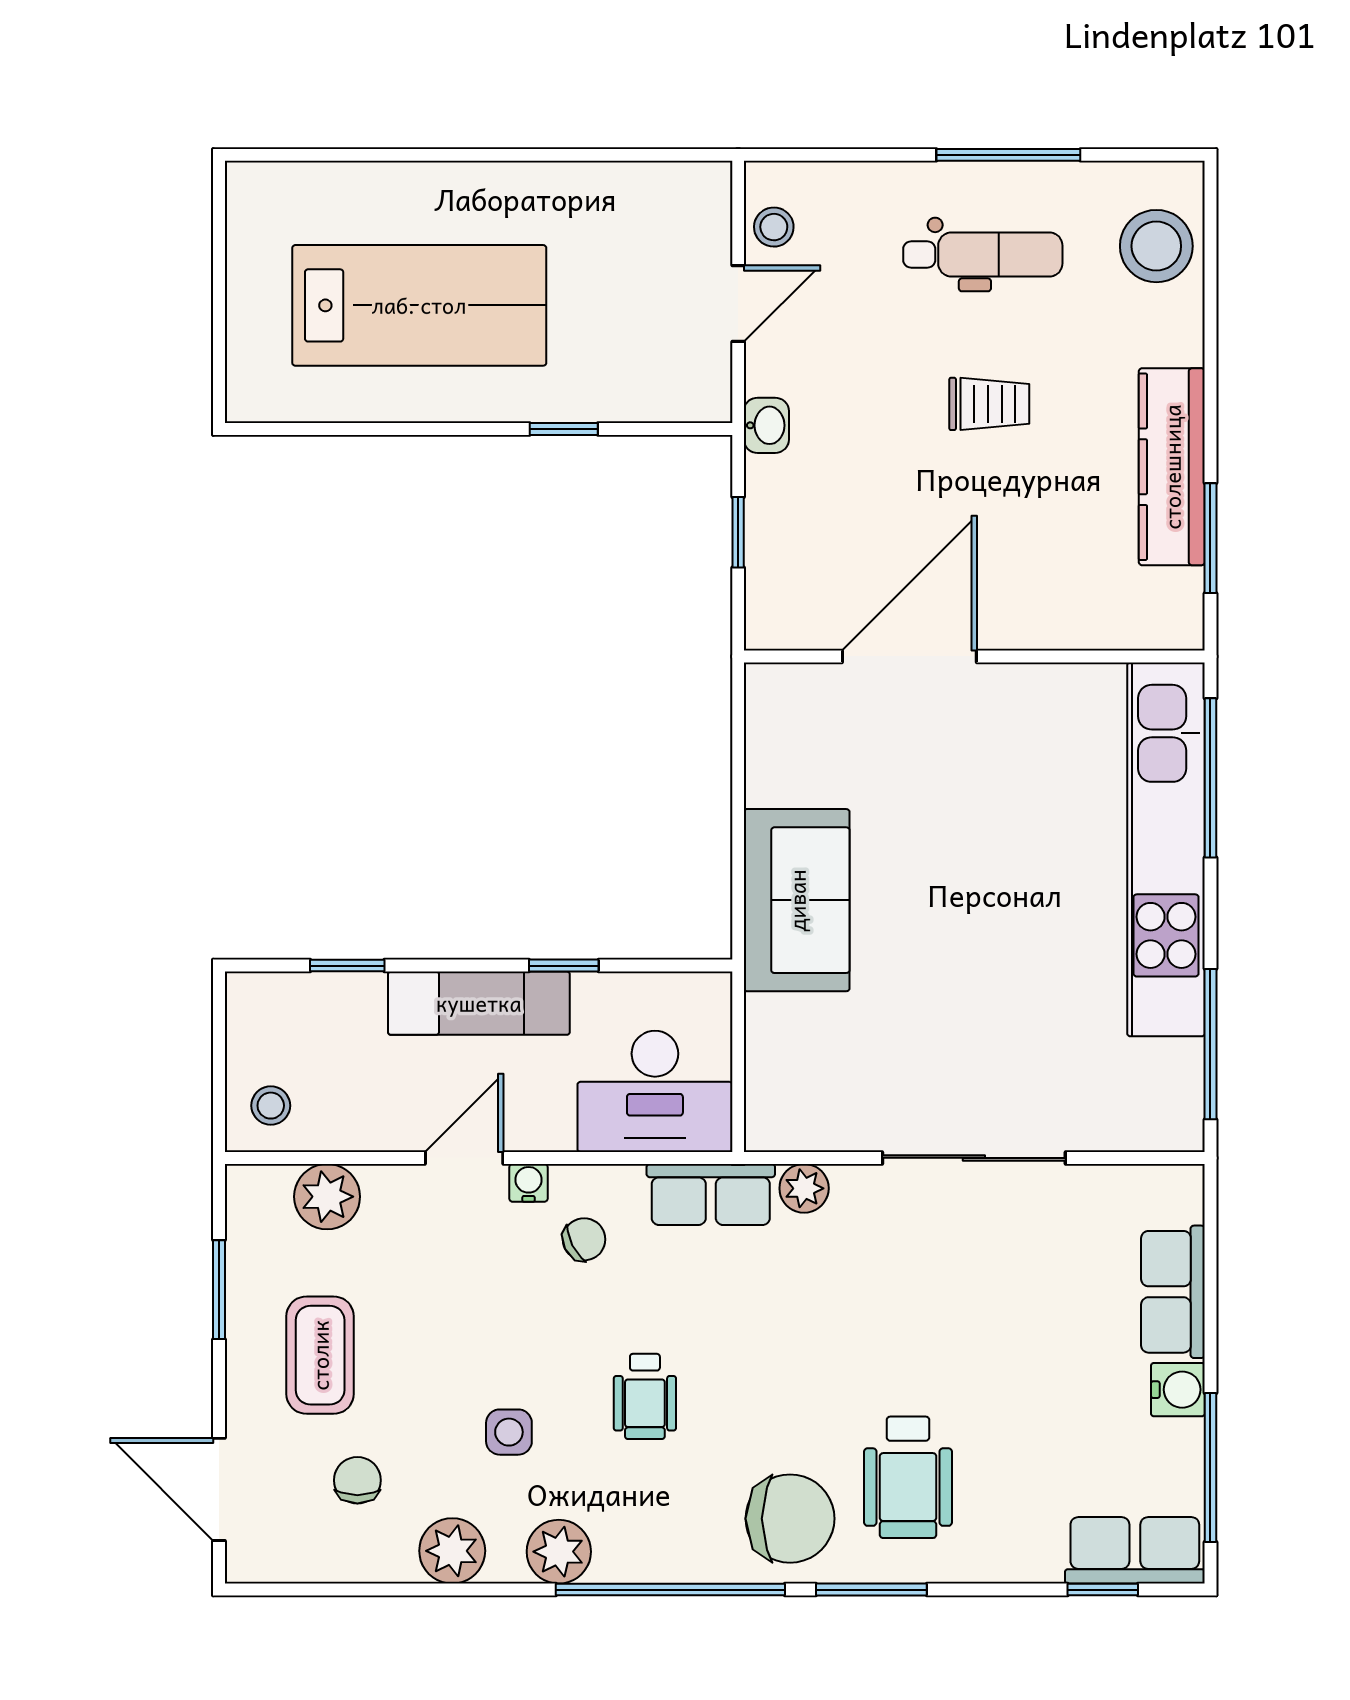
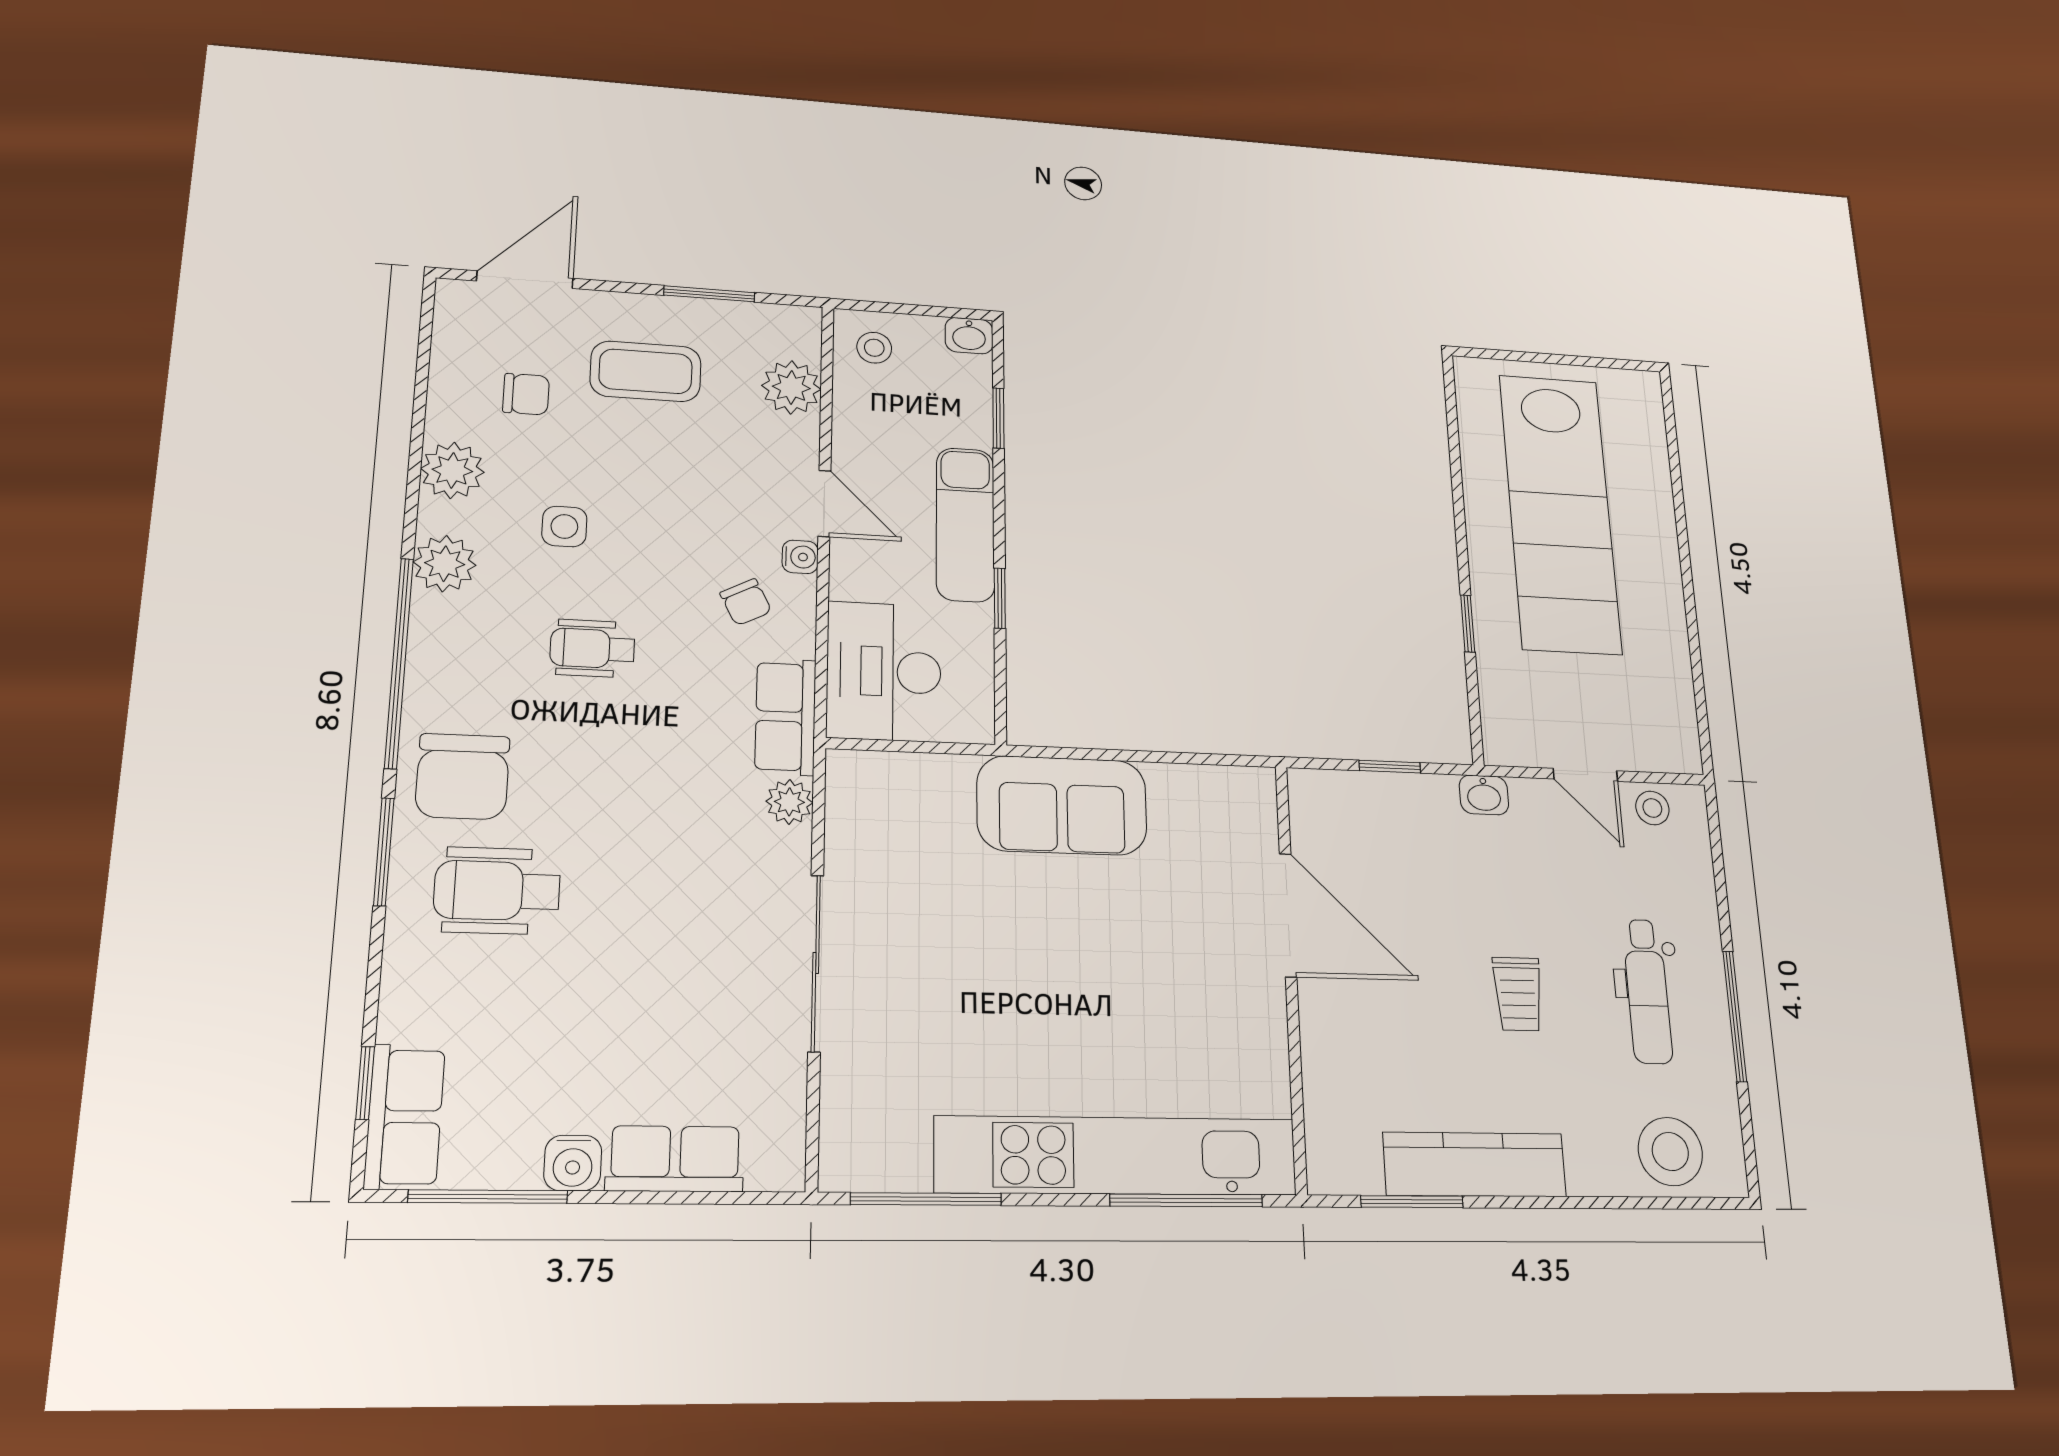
lab bench: (419, 305) -> (1560, 513), width x1.36
washbasin: (247, 998) -> (969, 336), added

